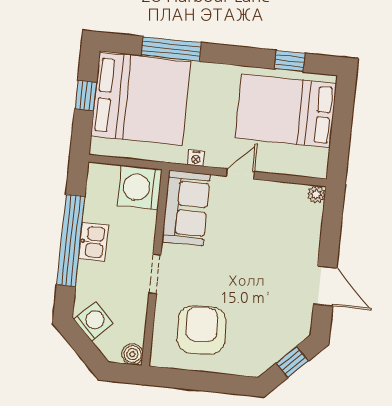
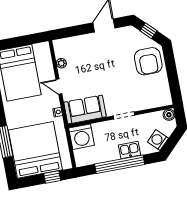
window: (86, 95) -> (52, 177), moved
plant: (316, 194) -> (61, 63), moved
kitchen sink: (93, 242) -> (129, 150), moved
armchair: (202, 330) -> (148, 61), moved, turned -87

